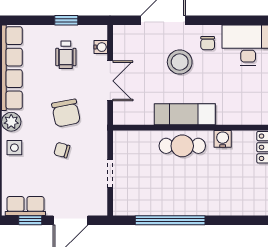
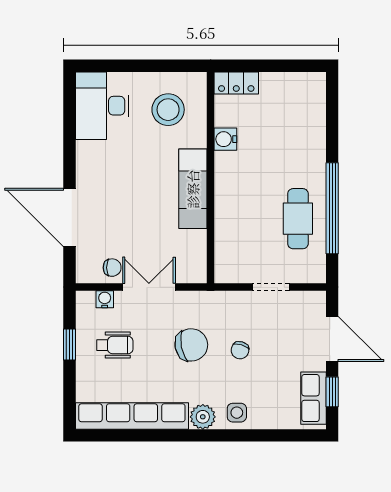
chair: (208, 43) -> (112, 268), moved
stool: (180, 62) -> (168, 110), moved
cafe table: (182, 146) -> (298, 219), moved

